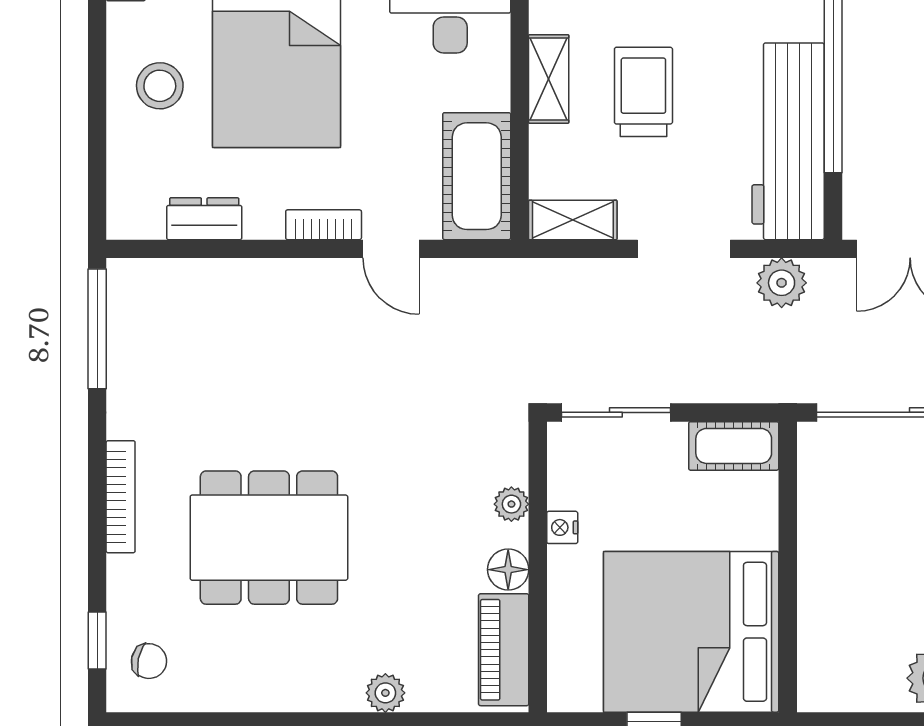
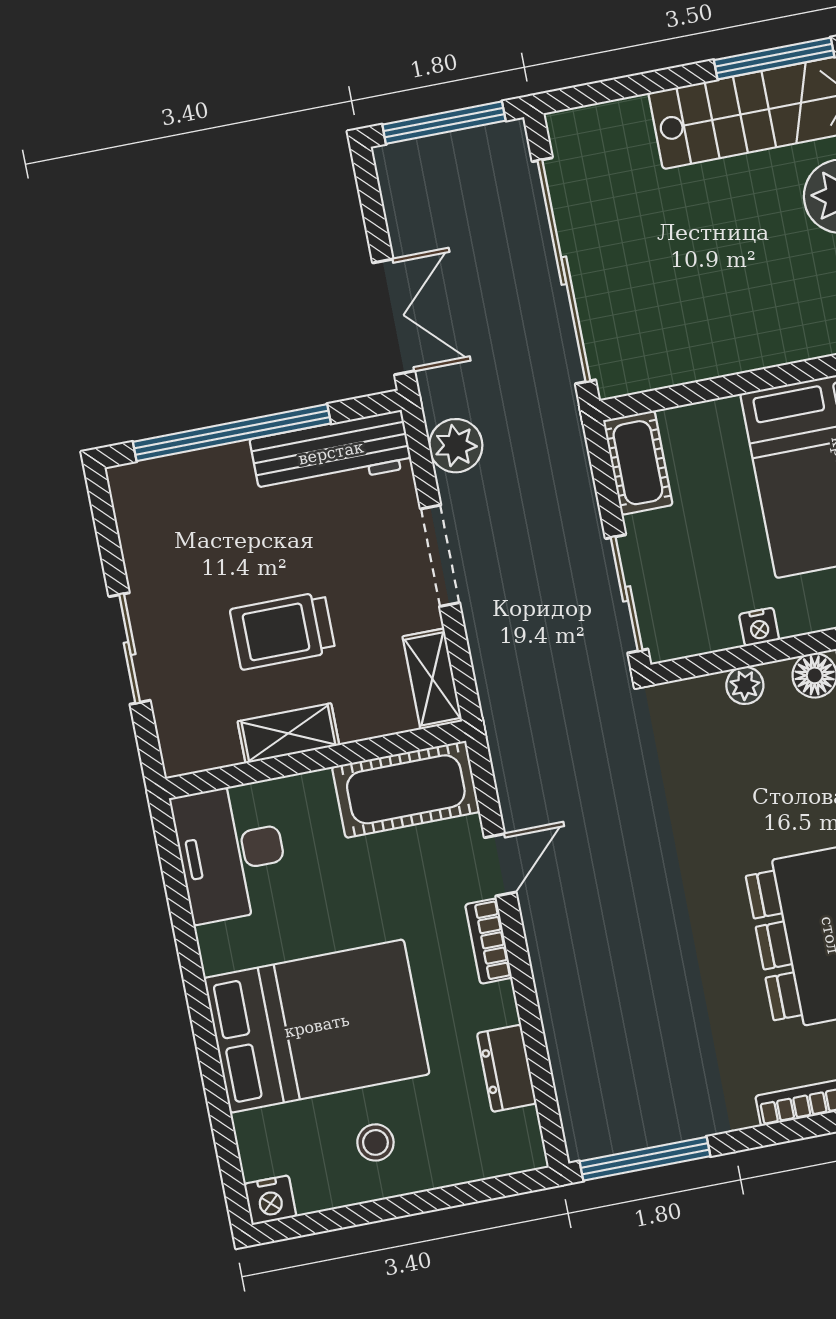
stool: (160, 86) -> (375, 1142), width x0.73, depth x0.73
workbench: (788, 141) -> (331, 453), width x0.73, depth x0.76

